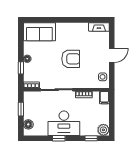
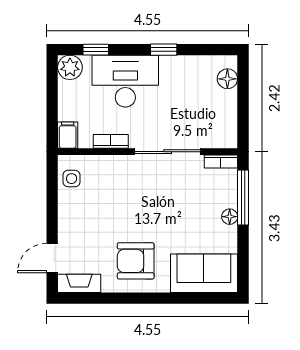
door: (112, 55) -> (52, 258), moved
armchair: (71, 59) -> (136, 261), moved
window: (21, 68) -> (243, 198), width x2.17
window: (21, 109) -> (243, 111), removed
desk: (64, 123) -> (125, 81), moved

